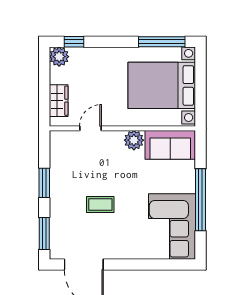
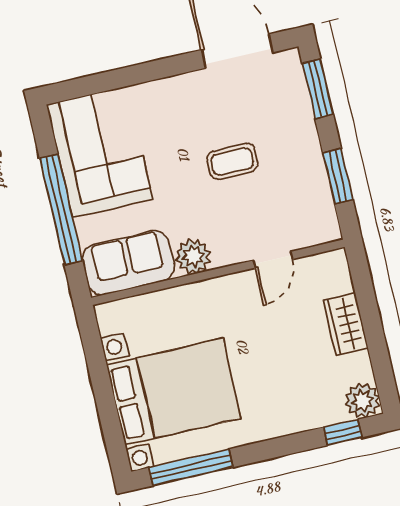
door: (91, 128) -> (273, 260), moved
wall: (122, 128) -> (218, 272), moved
plant: (134, 140) -> (193, 256), moved
sofa: (170, 145) -> (128, 263), moved

